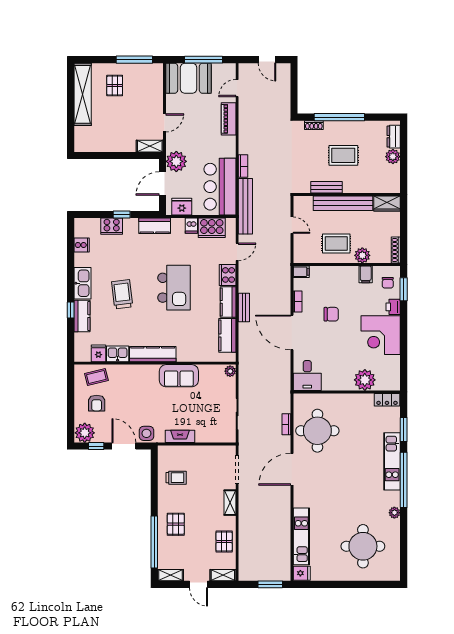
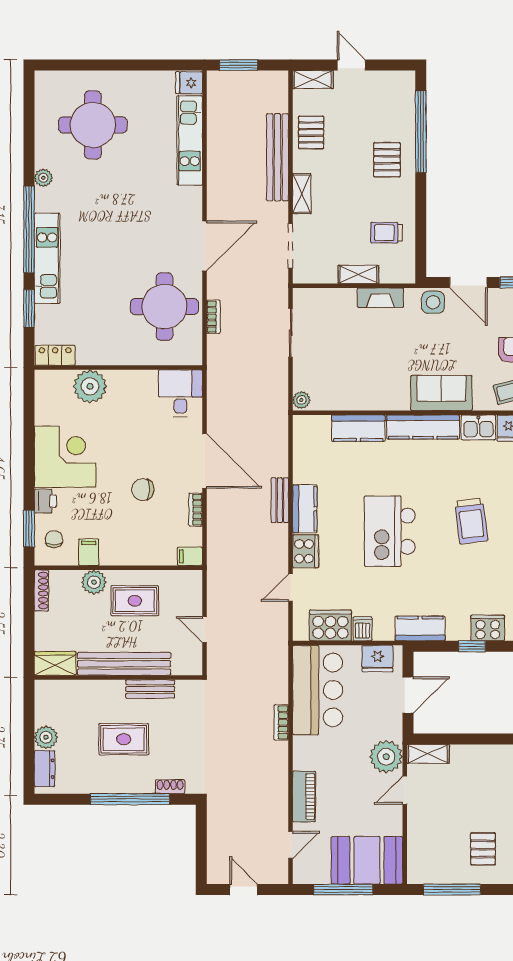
plant: (176, 161) -> (386, 757), moved
bench: (245, 206) -> (278, 157), moved
kitchen counter: (227, 335) -> (358, 428), moved, turned 90
sofa: (179, 376) -> (441, 393), moved
shelving: (170, 575) -> (358, 274), moved

